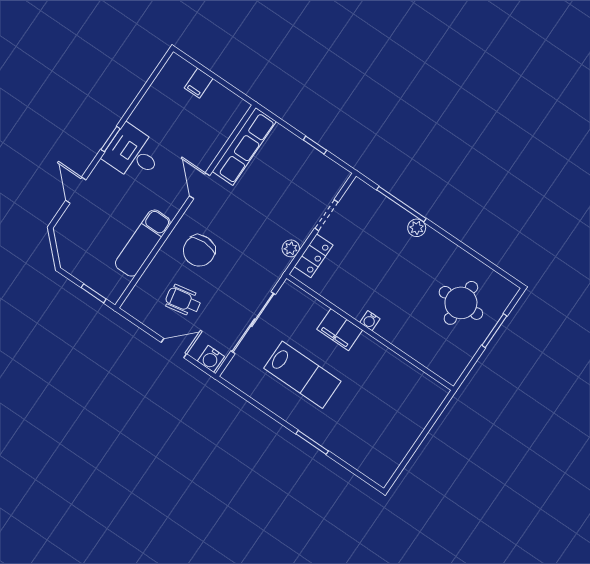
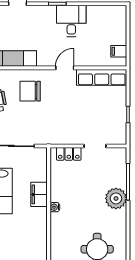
filing cabinet: (199, 83) -> (119, 51), moved
desk: (133, 153) -> (71, 21), moved
plant: (417, 228) -> (116, 198), width x1.87, depth x1.87
plant: (291, 248) -> (64, 139), removed

